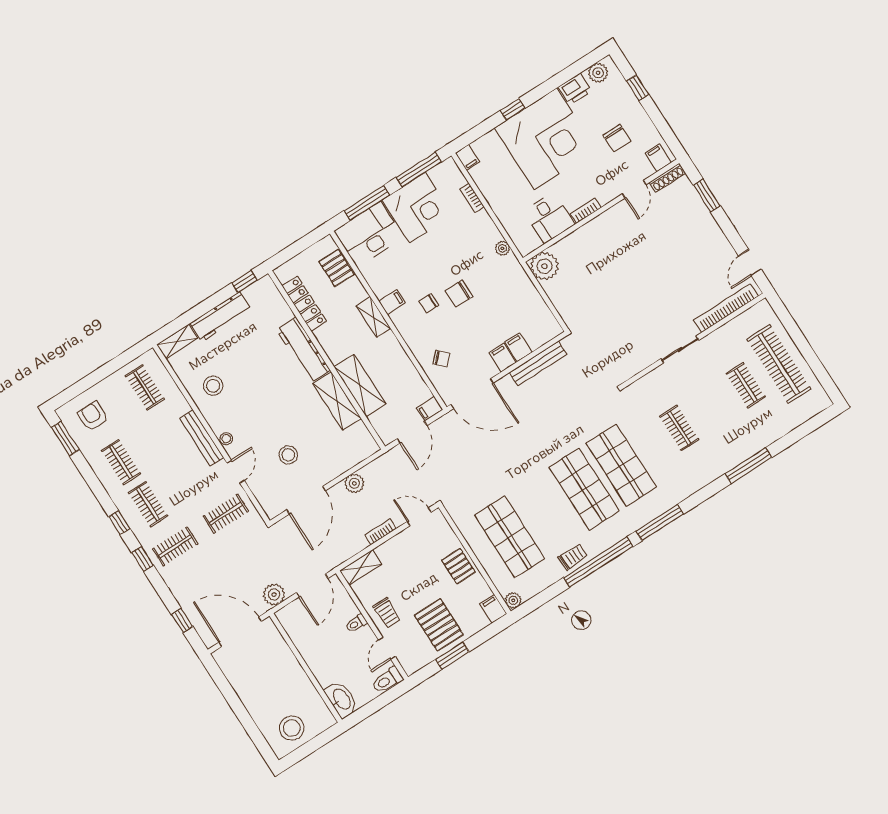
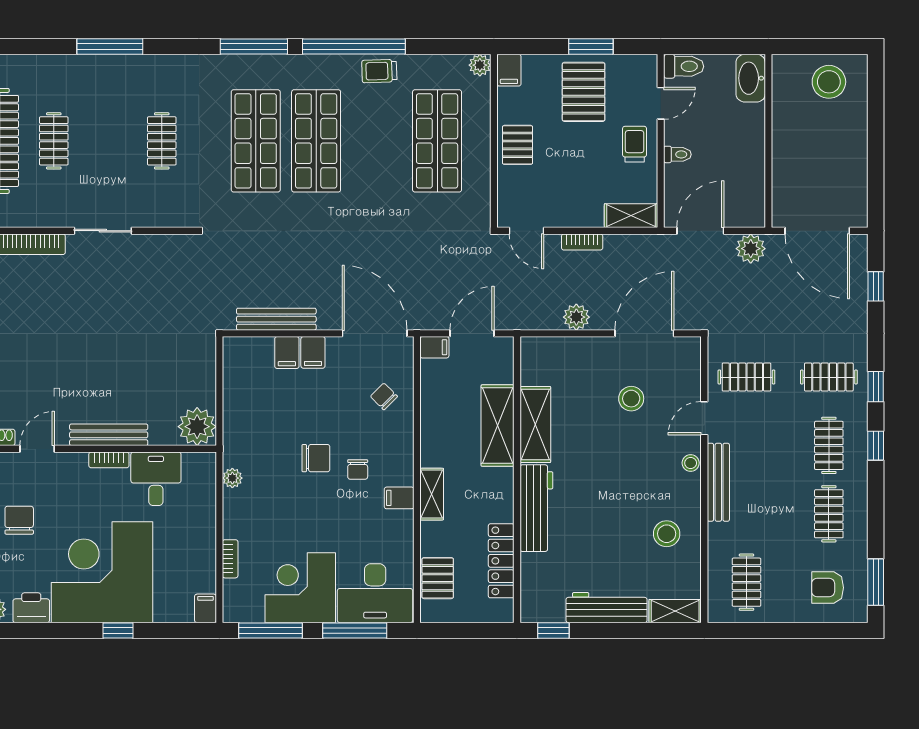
bench: (596, 226) -> (109, 435), added
chair: (429, 303) -> (358, 469), turned 90
armchair: (93, 416) -> (828, 588), turned 90

